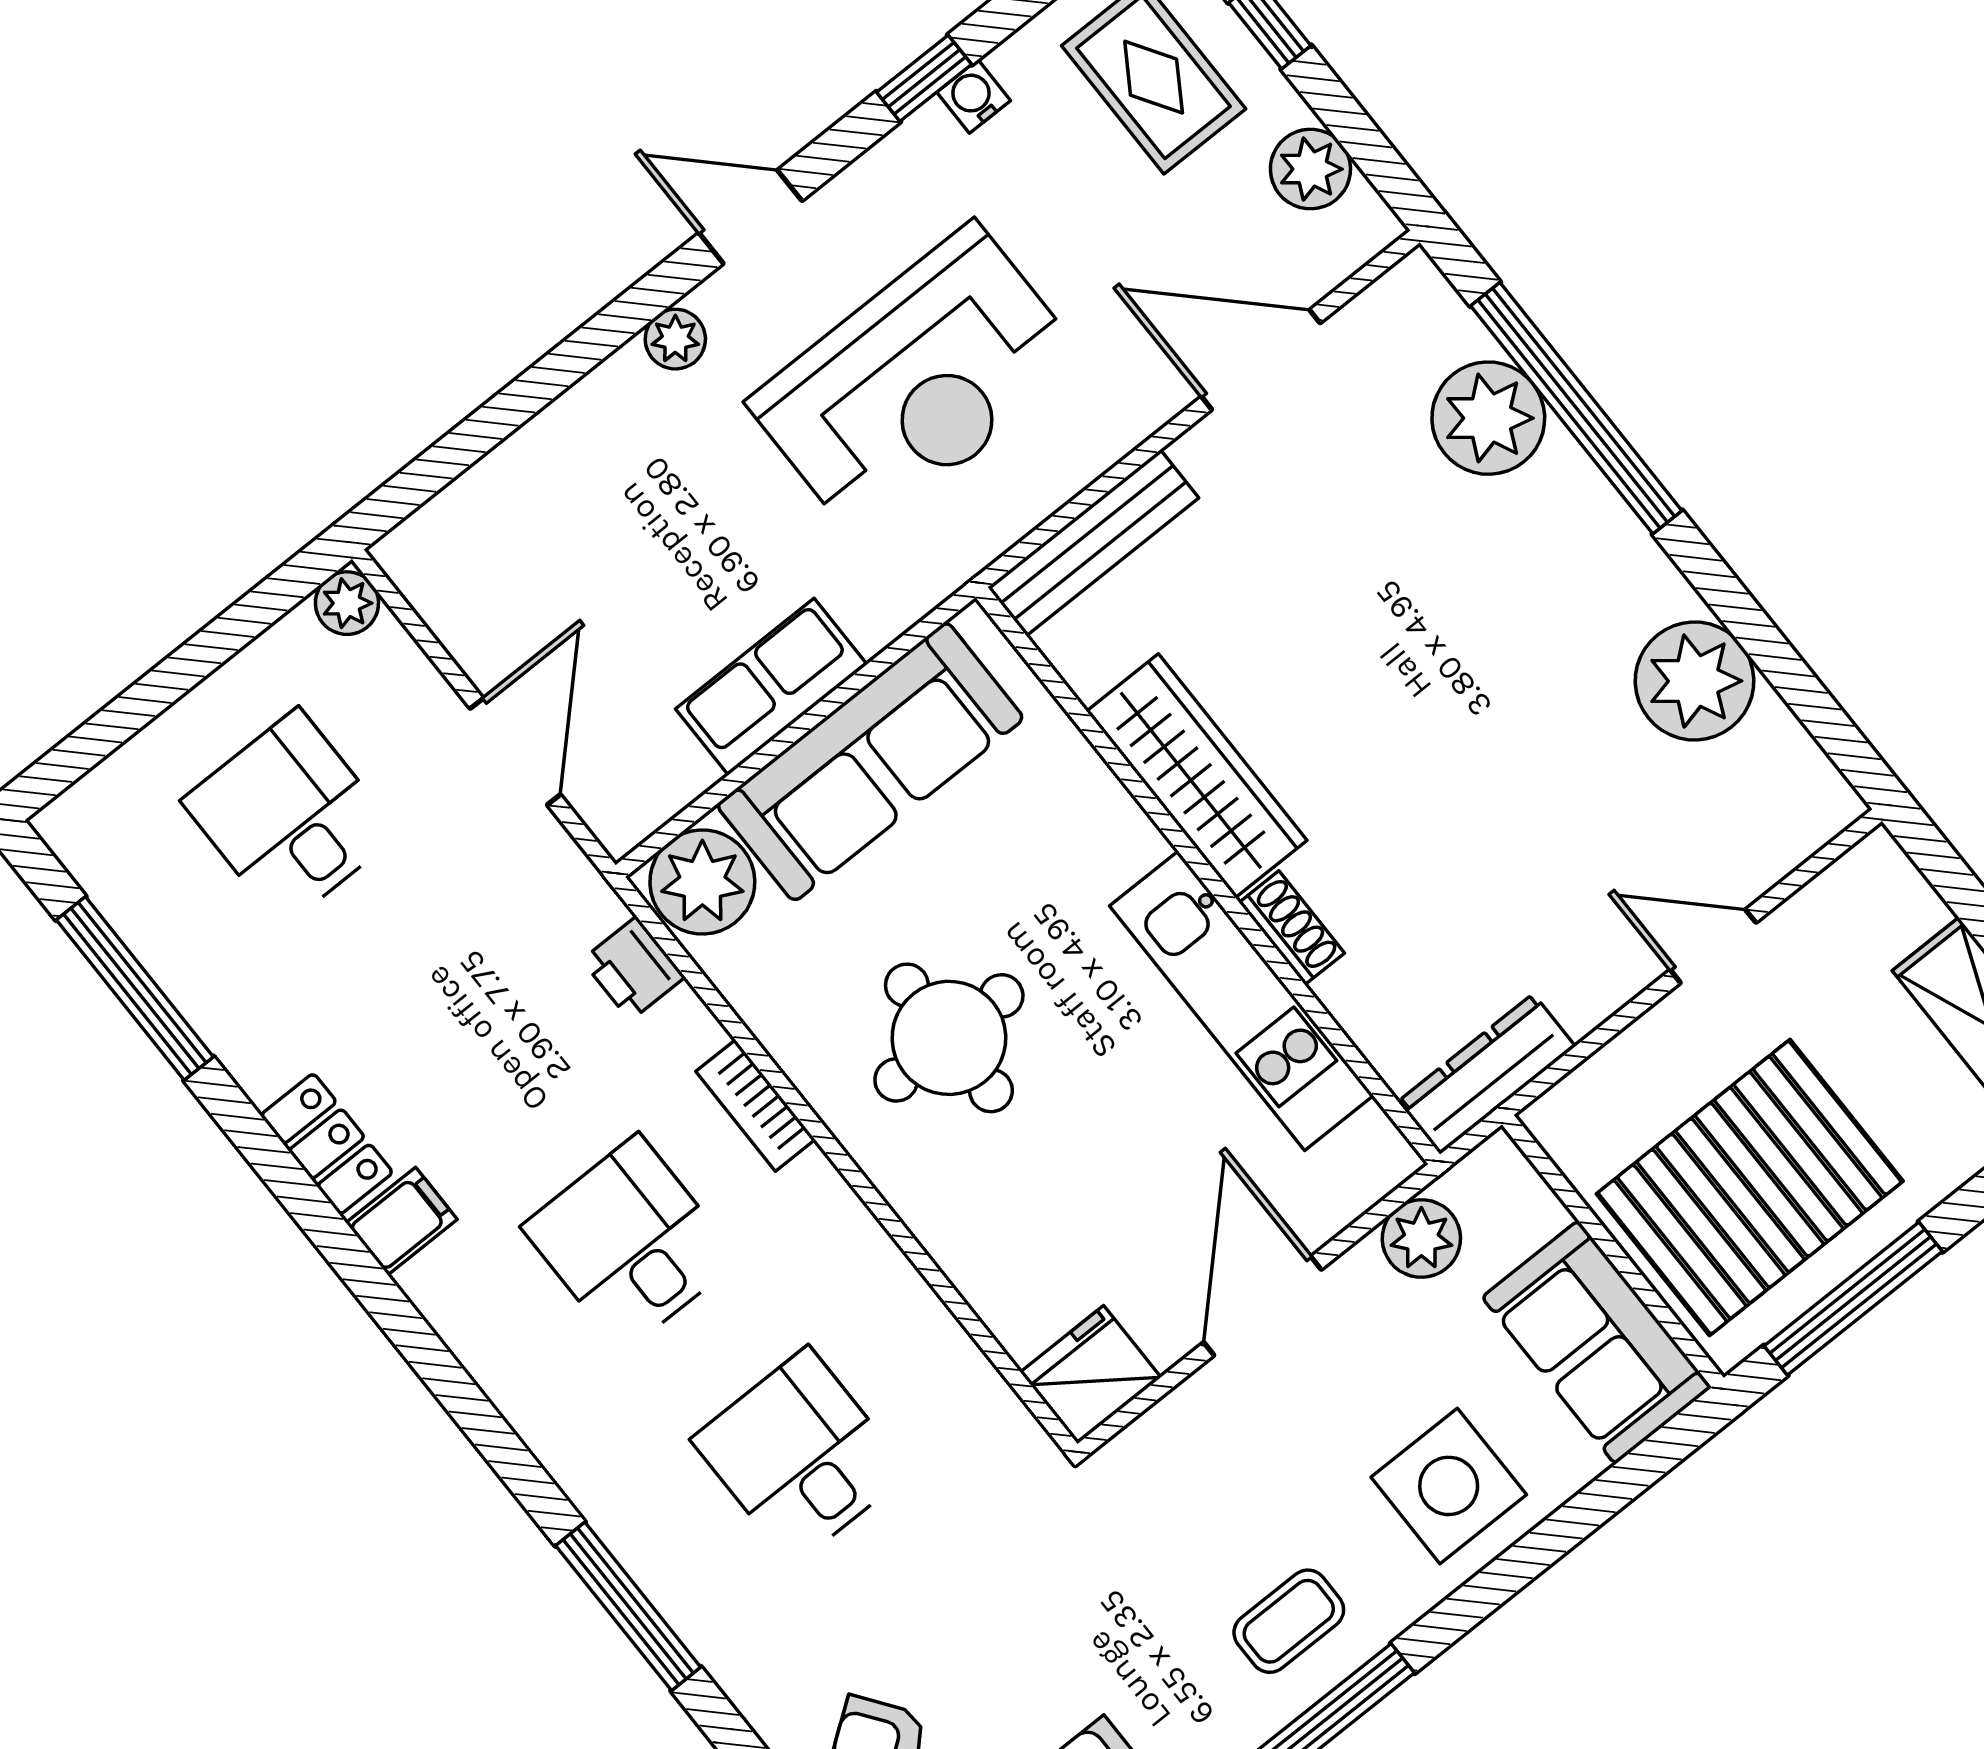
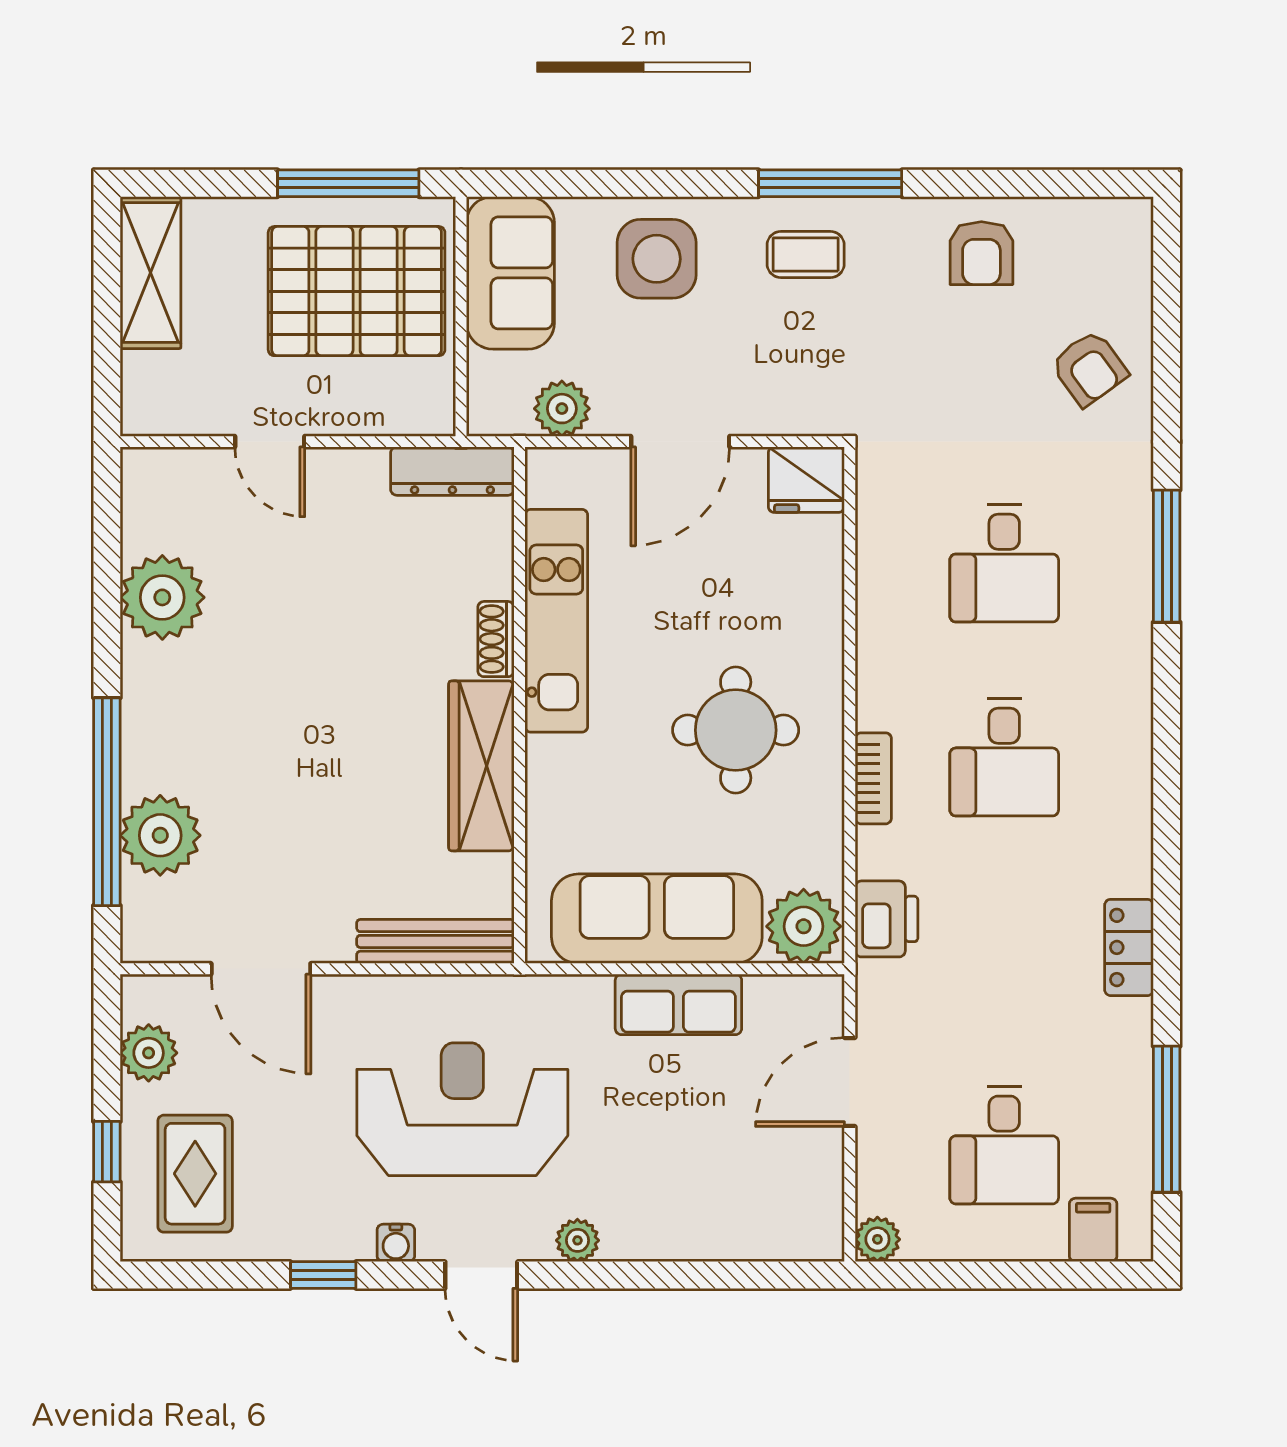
water cooler: (974, 96) -> (396, 1243), moved
printer: (633, 968) -> (886, 919), width x1.36, depth x1.24
filing cabinet: (402, 1221) -> (1093, 1230), moved, turned 90

